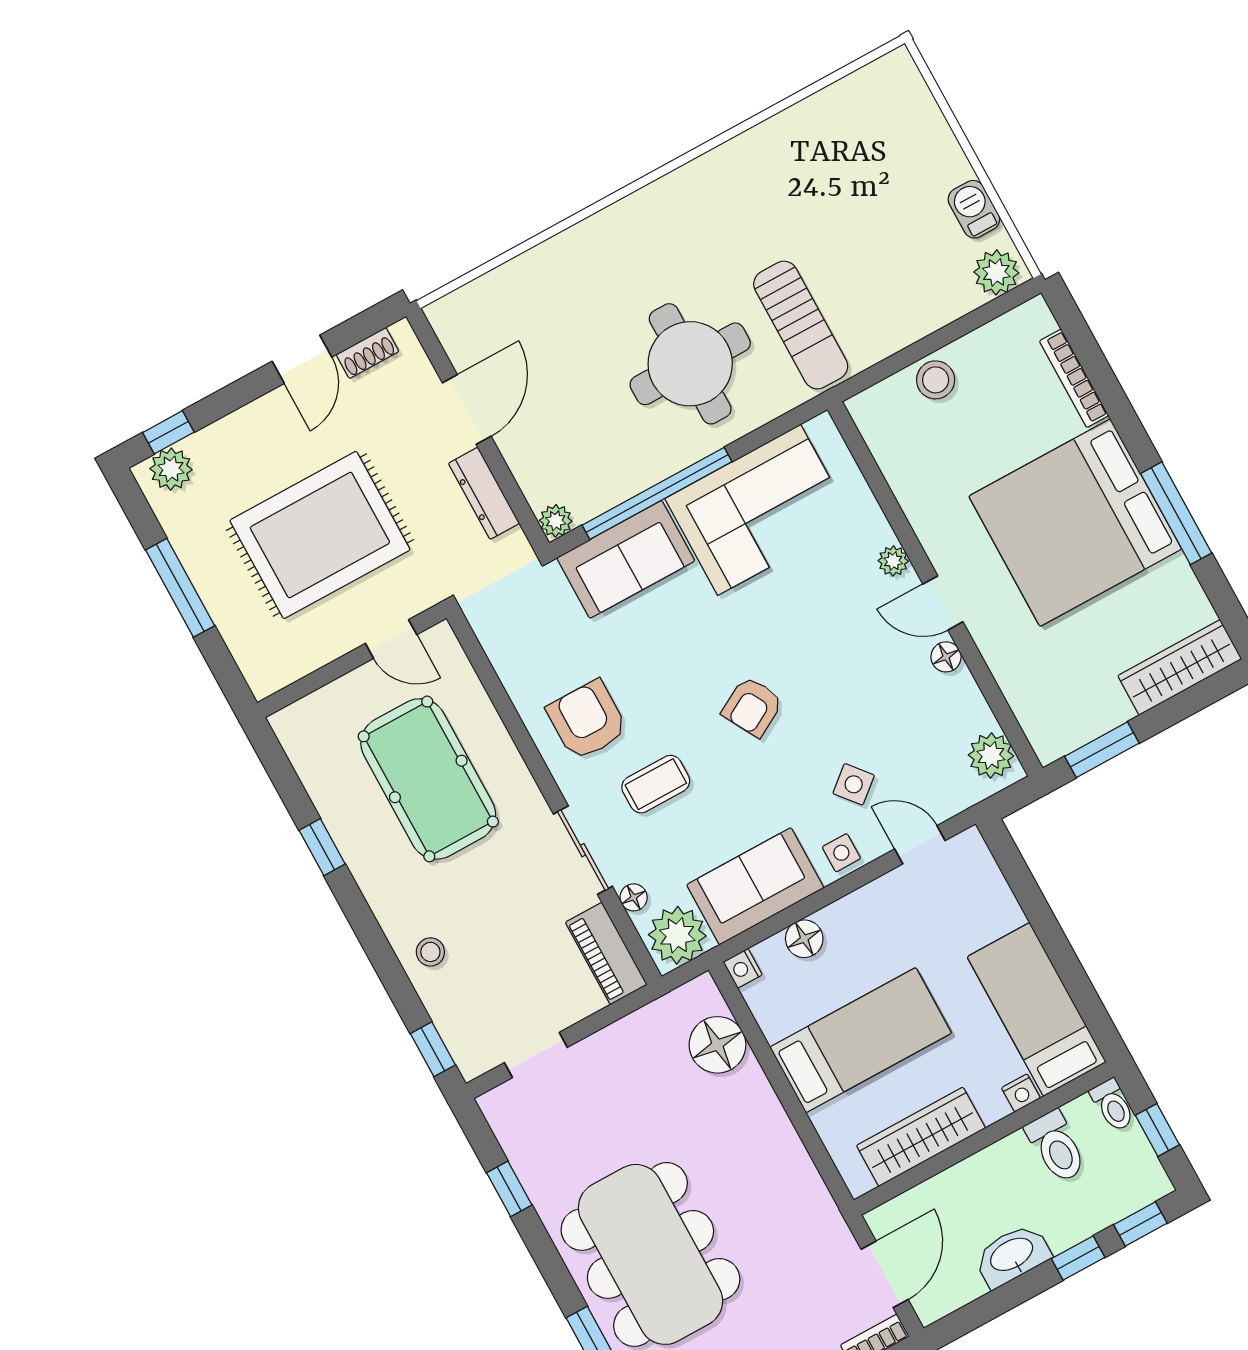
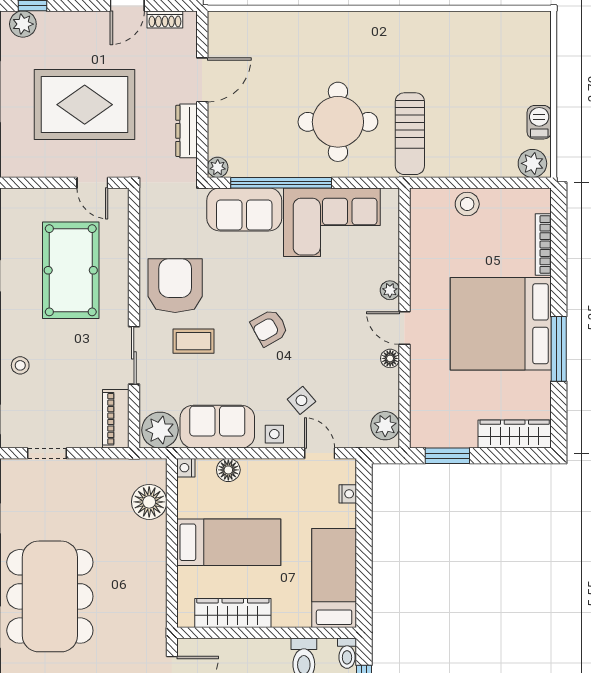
armchair: (587, 720) -> (175, 286), width x1.36, depth x1.36
floor lamp: (634, 897) -> (147, 396), removed
nightstand: (1021, 1093) -> (348, 494), moved, turned -90

